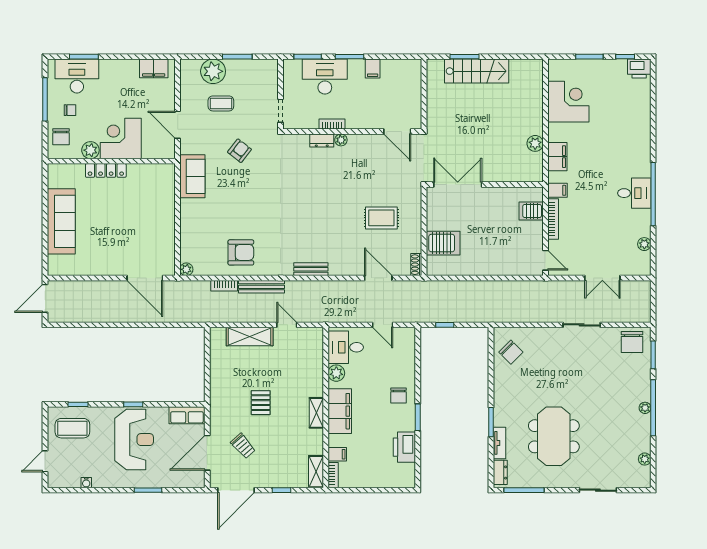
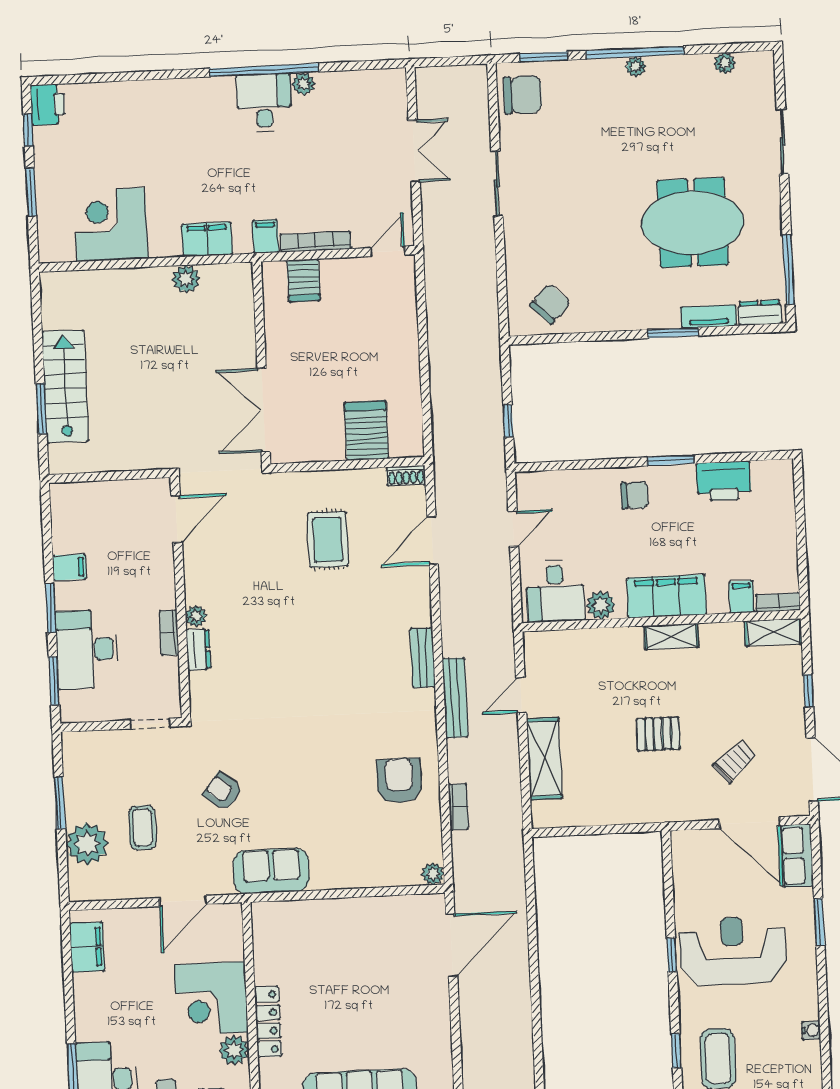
plant: (644, 244) -> (303, 84), moved
bench: (262, 287) -> (455, 698), moved
row of seats: (187, 415) -> (797, 856), moved, turned 180

